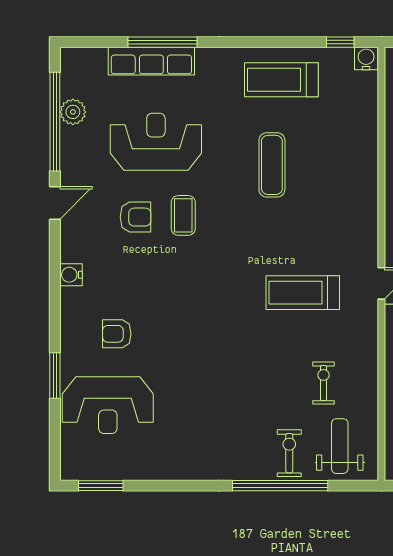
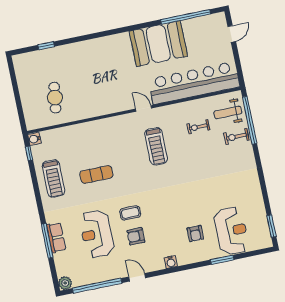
row of seats: (151, 61) -> (56, 237), width x0.68
plant: (73, 112) -> (65, 283), moved
armchair: (136, 217) -> (136, 236), turned -90
window: (280, 486) -> (250, 120), moved

